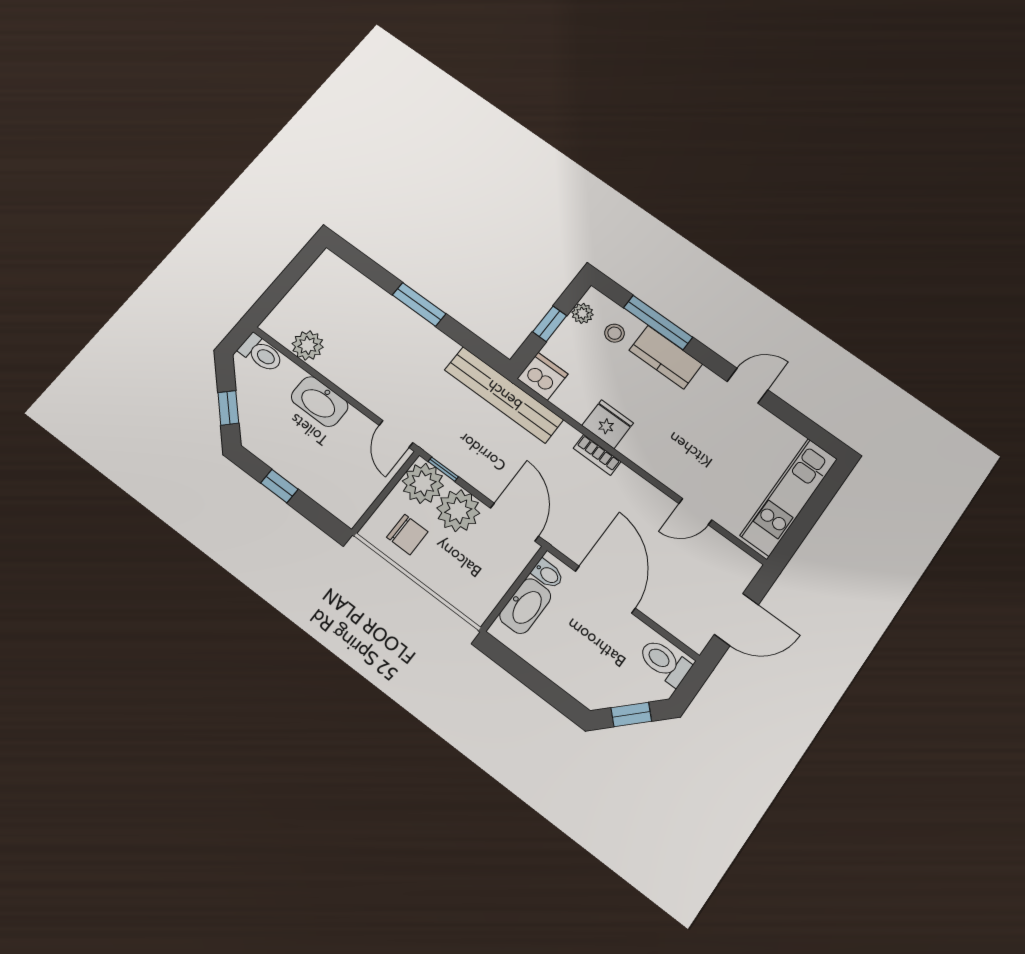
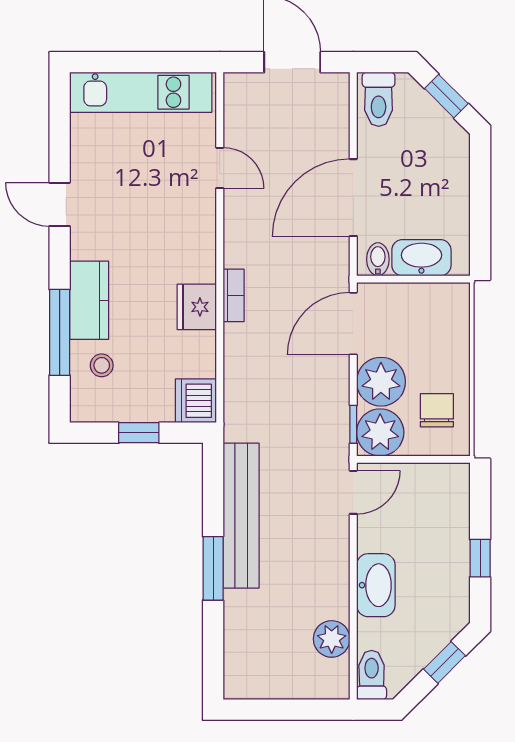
plant: (582, 313) -> (105, 410), removed
bench: (504, 395) -> (241, 516), moved

